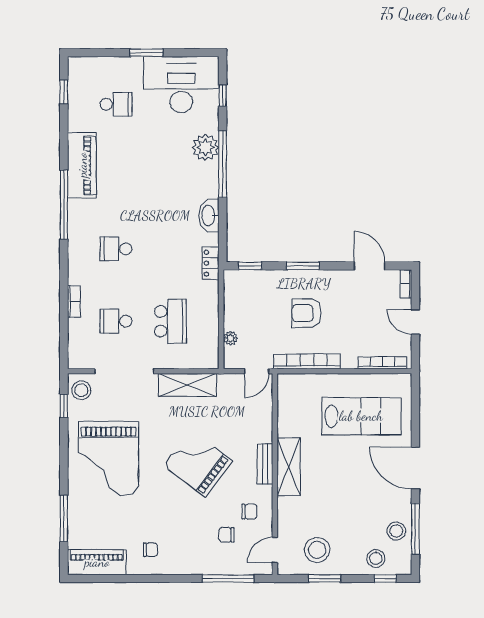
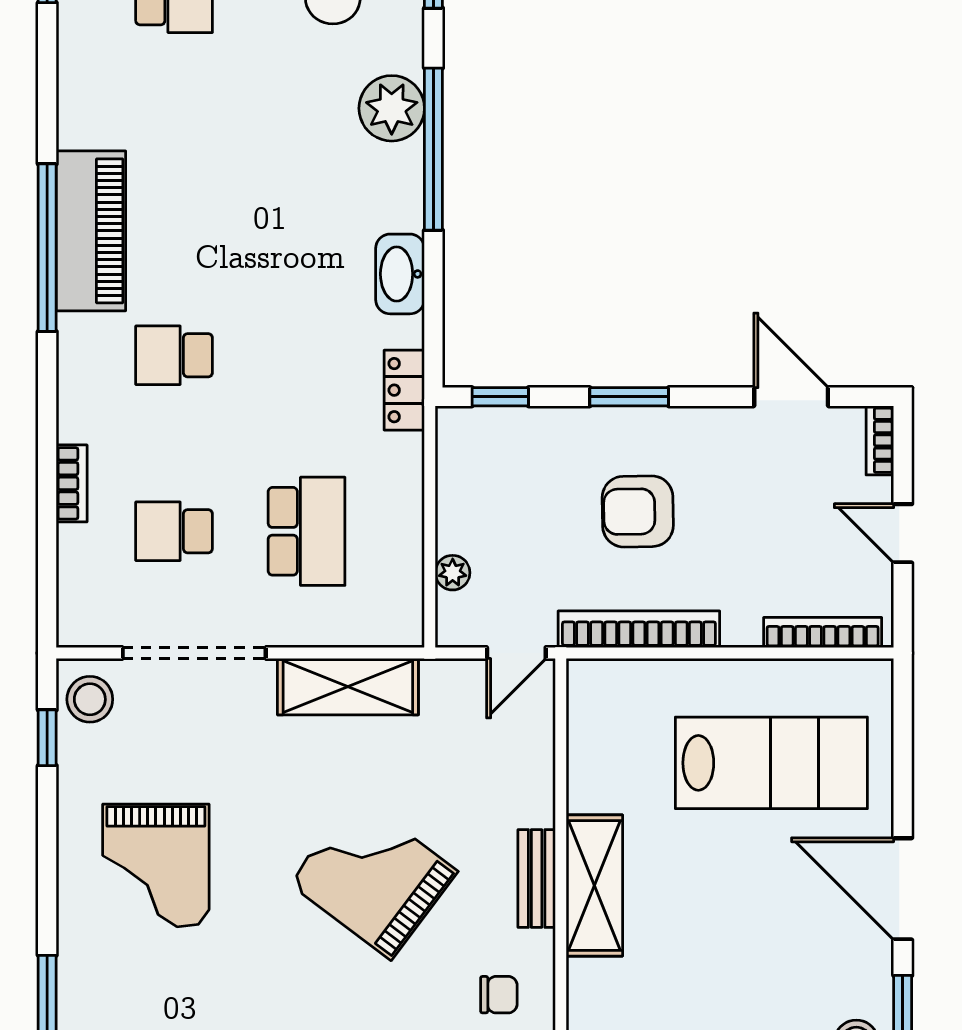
piano: (82, 165) -> (91, 231), moved
grand piano: (109, 458) -> (156, 865), width x0.73, depth x0.68

